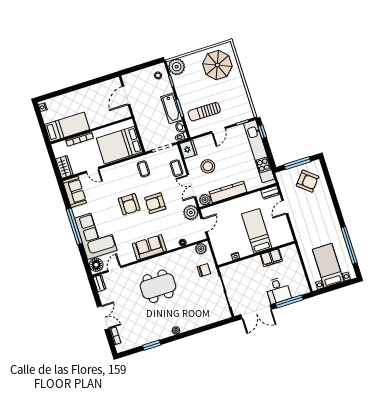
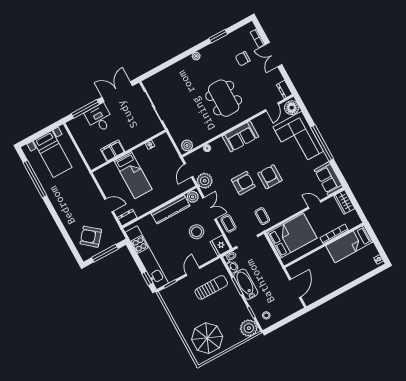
door: (285, 207) -> (109, 205), hinge flipped
chair: (204, 270) -> (243, 59), moved
dining table: (158, 286) -> (224, 98), turned 90

